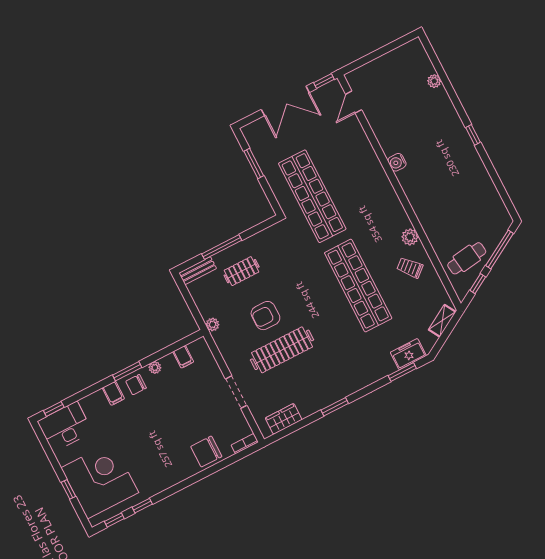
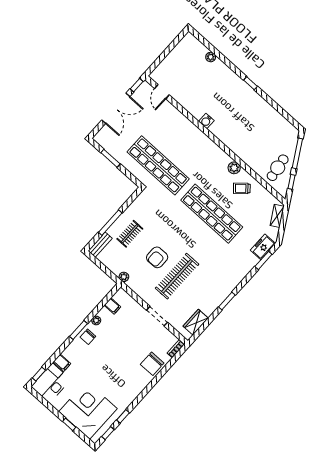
filing cabinet: (113, 393) -> (62, 363), moved

